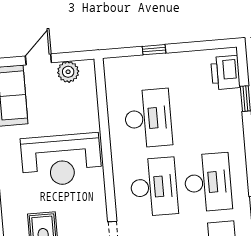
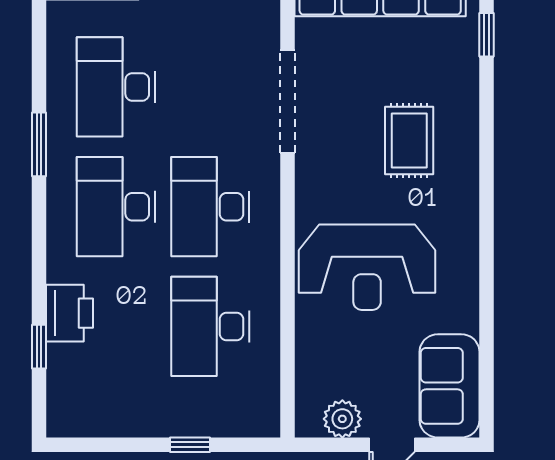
printer: (225, 73) -> (70, 313), moved
reception desk: (61, 160) -> (367, 267), turned 180

